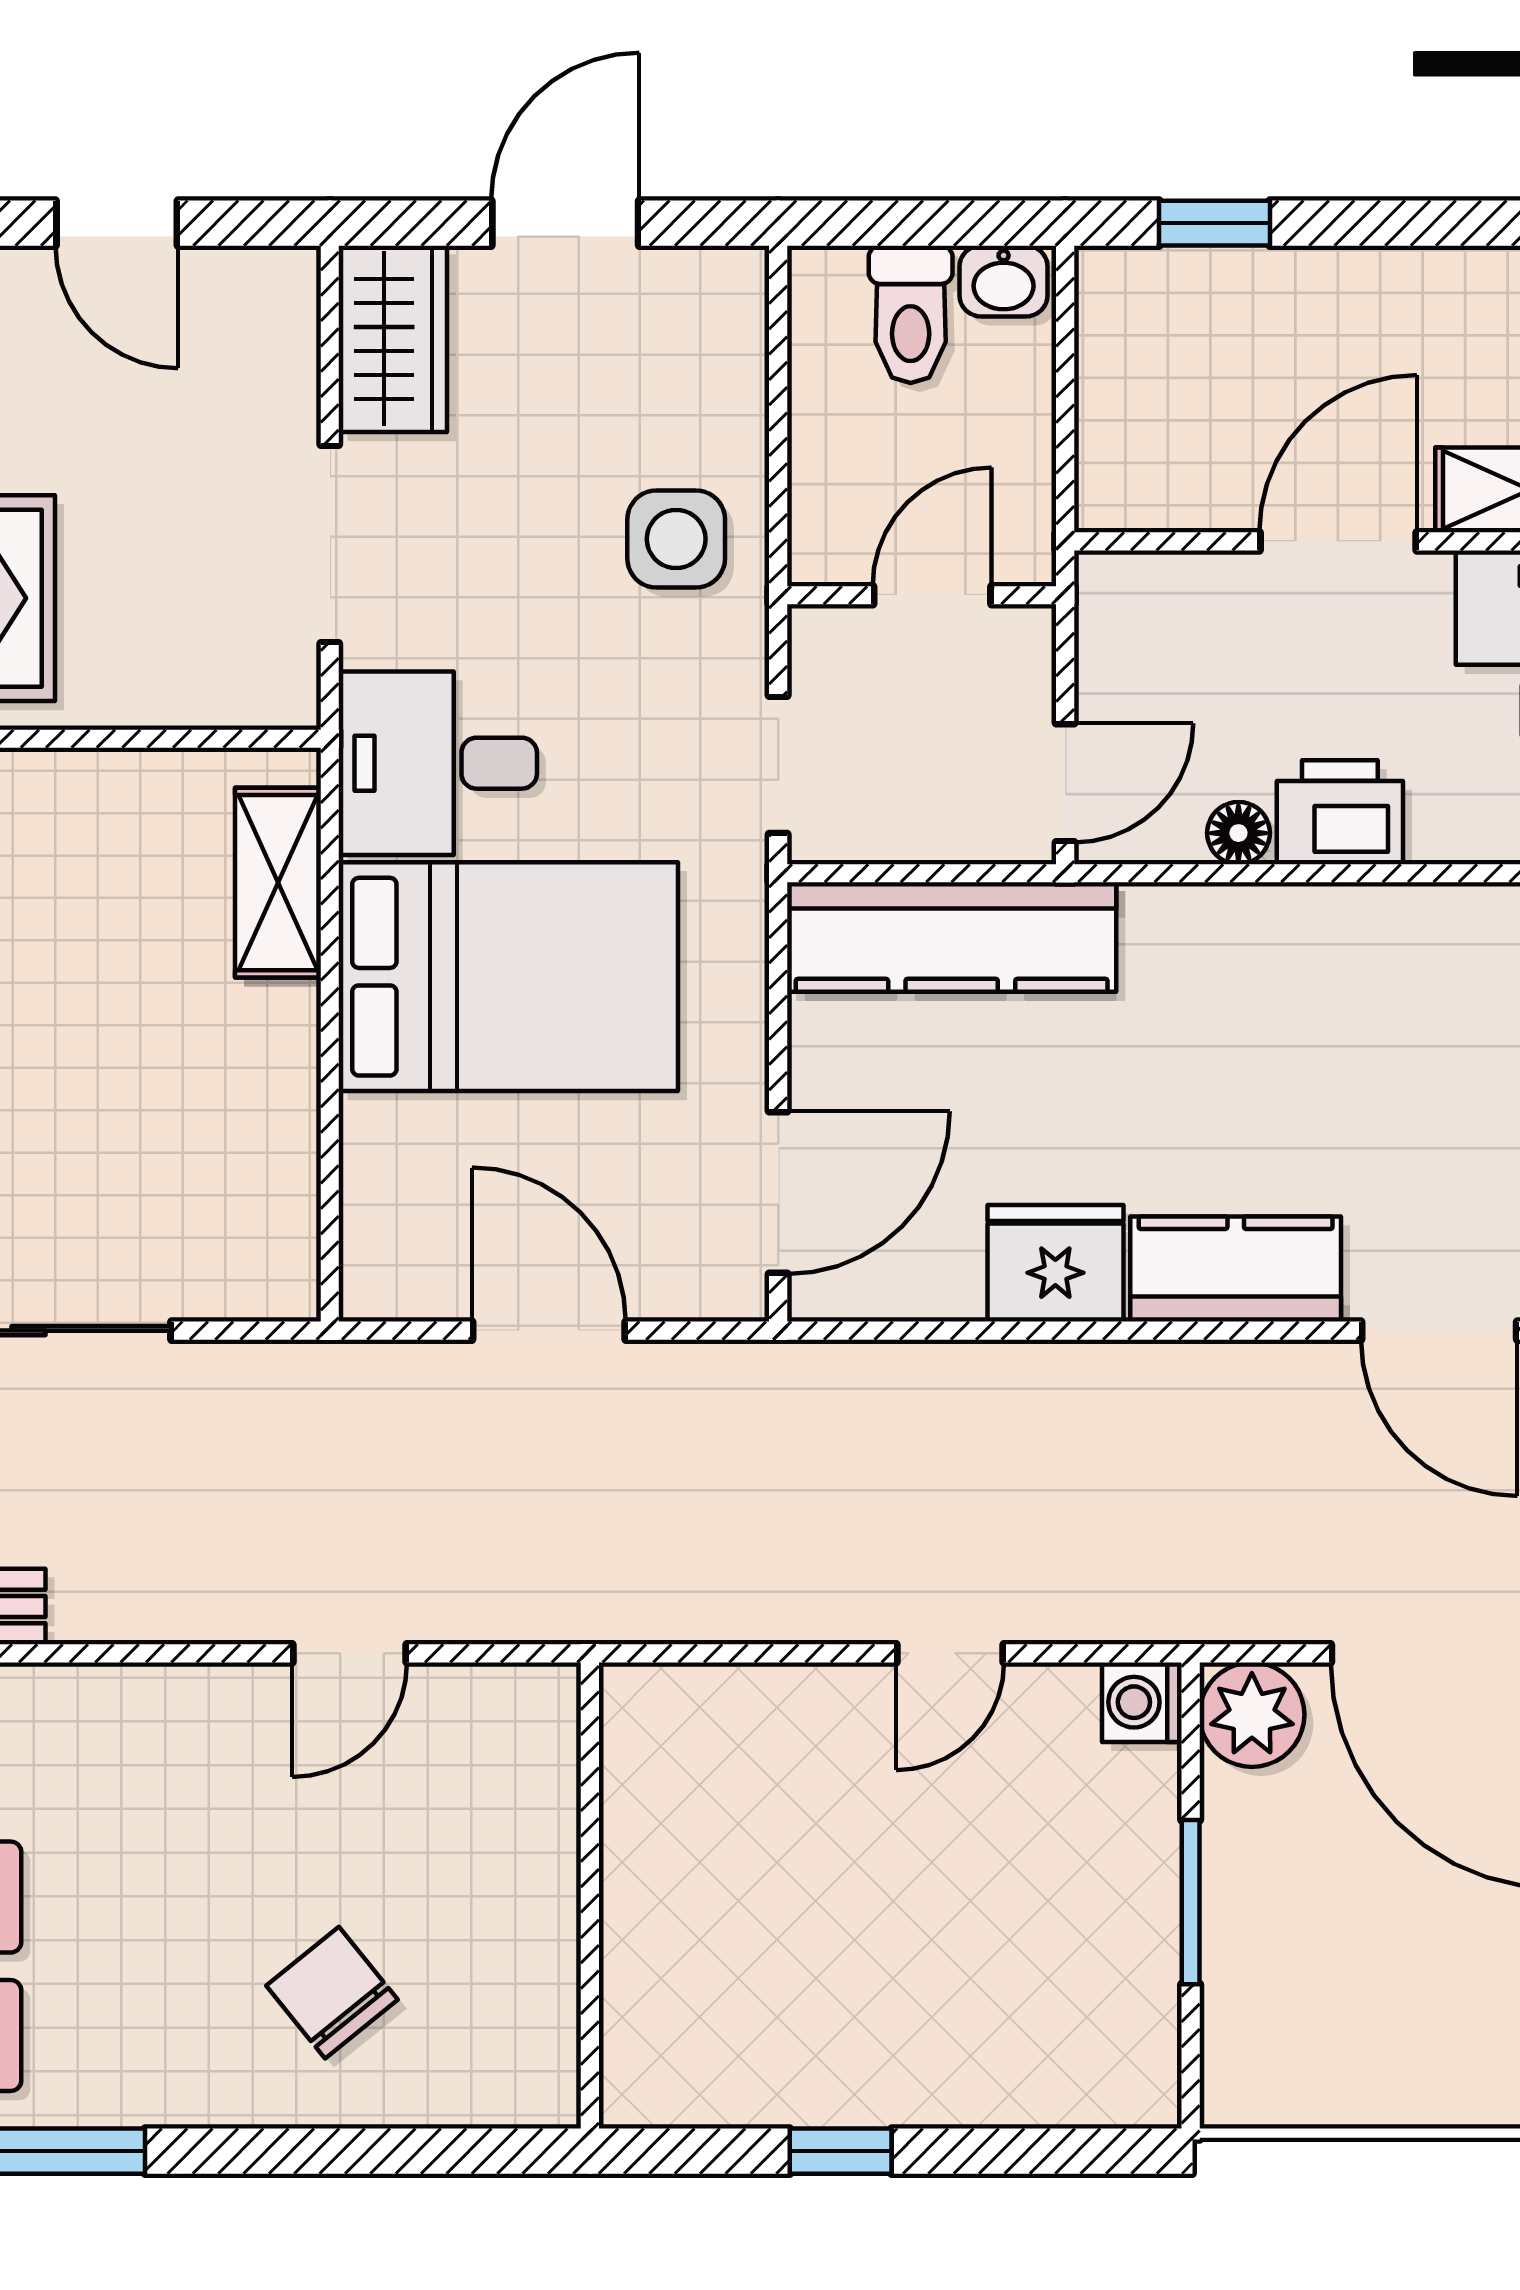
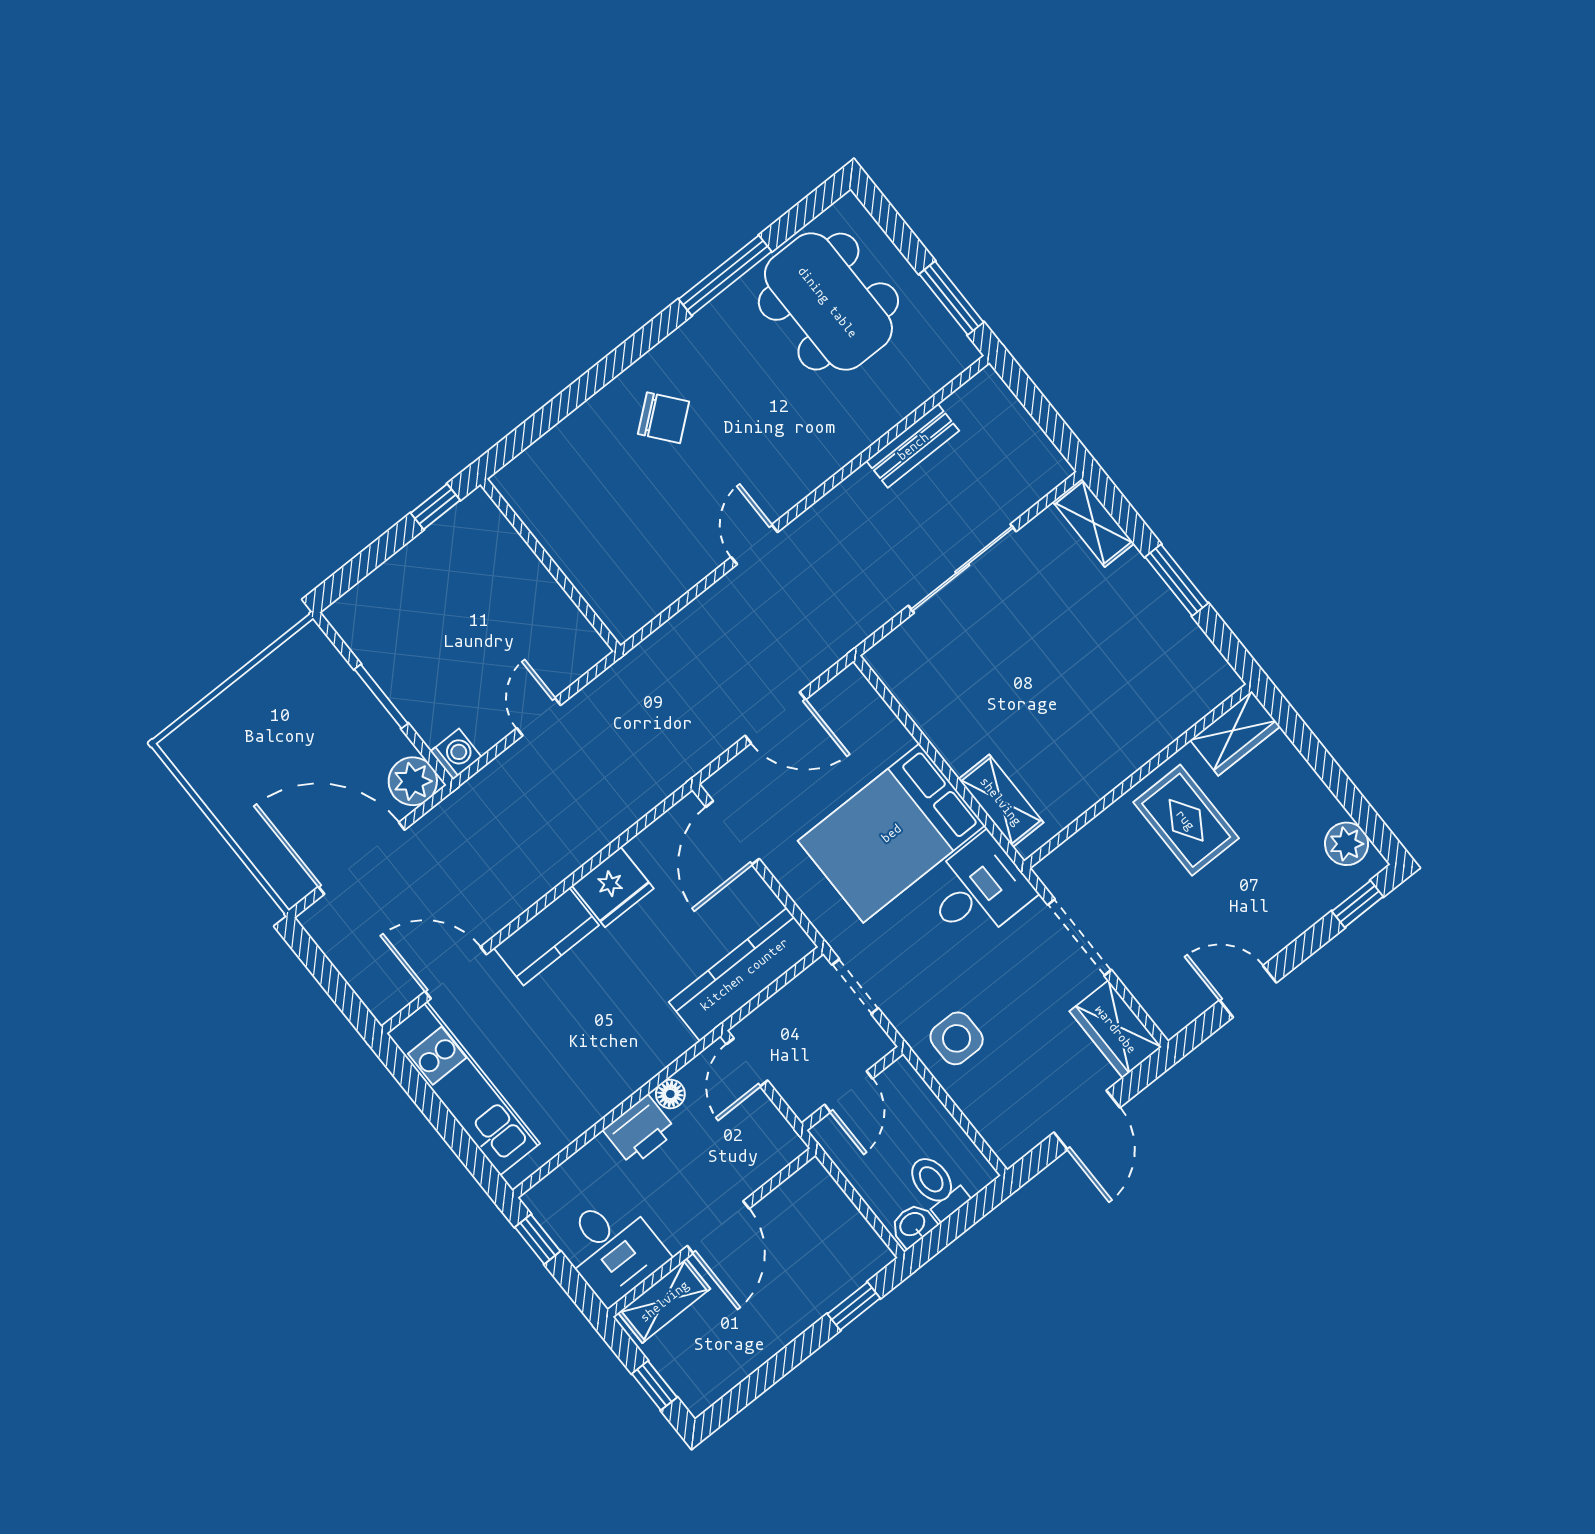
wall: (590, 1896) -> (550, 565), moved

